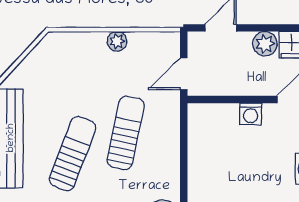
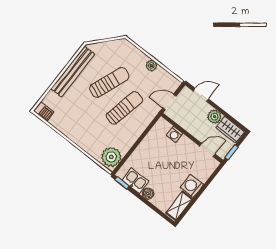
washing machine: (251, 114) -> (175, 134), moved
sun lounger: (73, 154) -> (109, 82), moved

